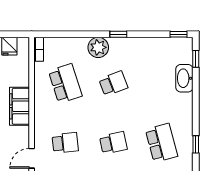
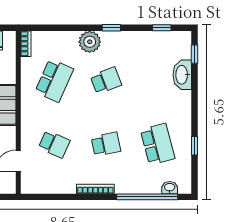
window: (178, 34) -> (162, 28), moved
school desk: (65, 83) -> (54, 80), turned 42
school desk: (65, 143) -> (54, 144), turned 30

